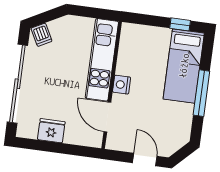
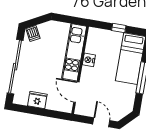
window: (180, 24) -> (119, 28), moved
nightstand: (122, 85) -> (89, 60), moved

